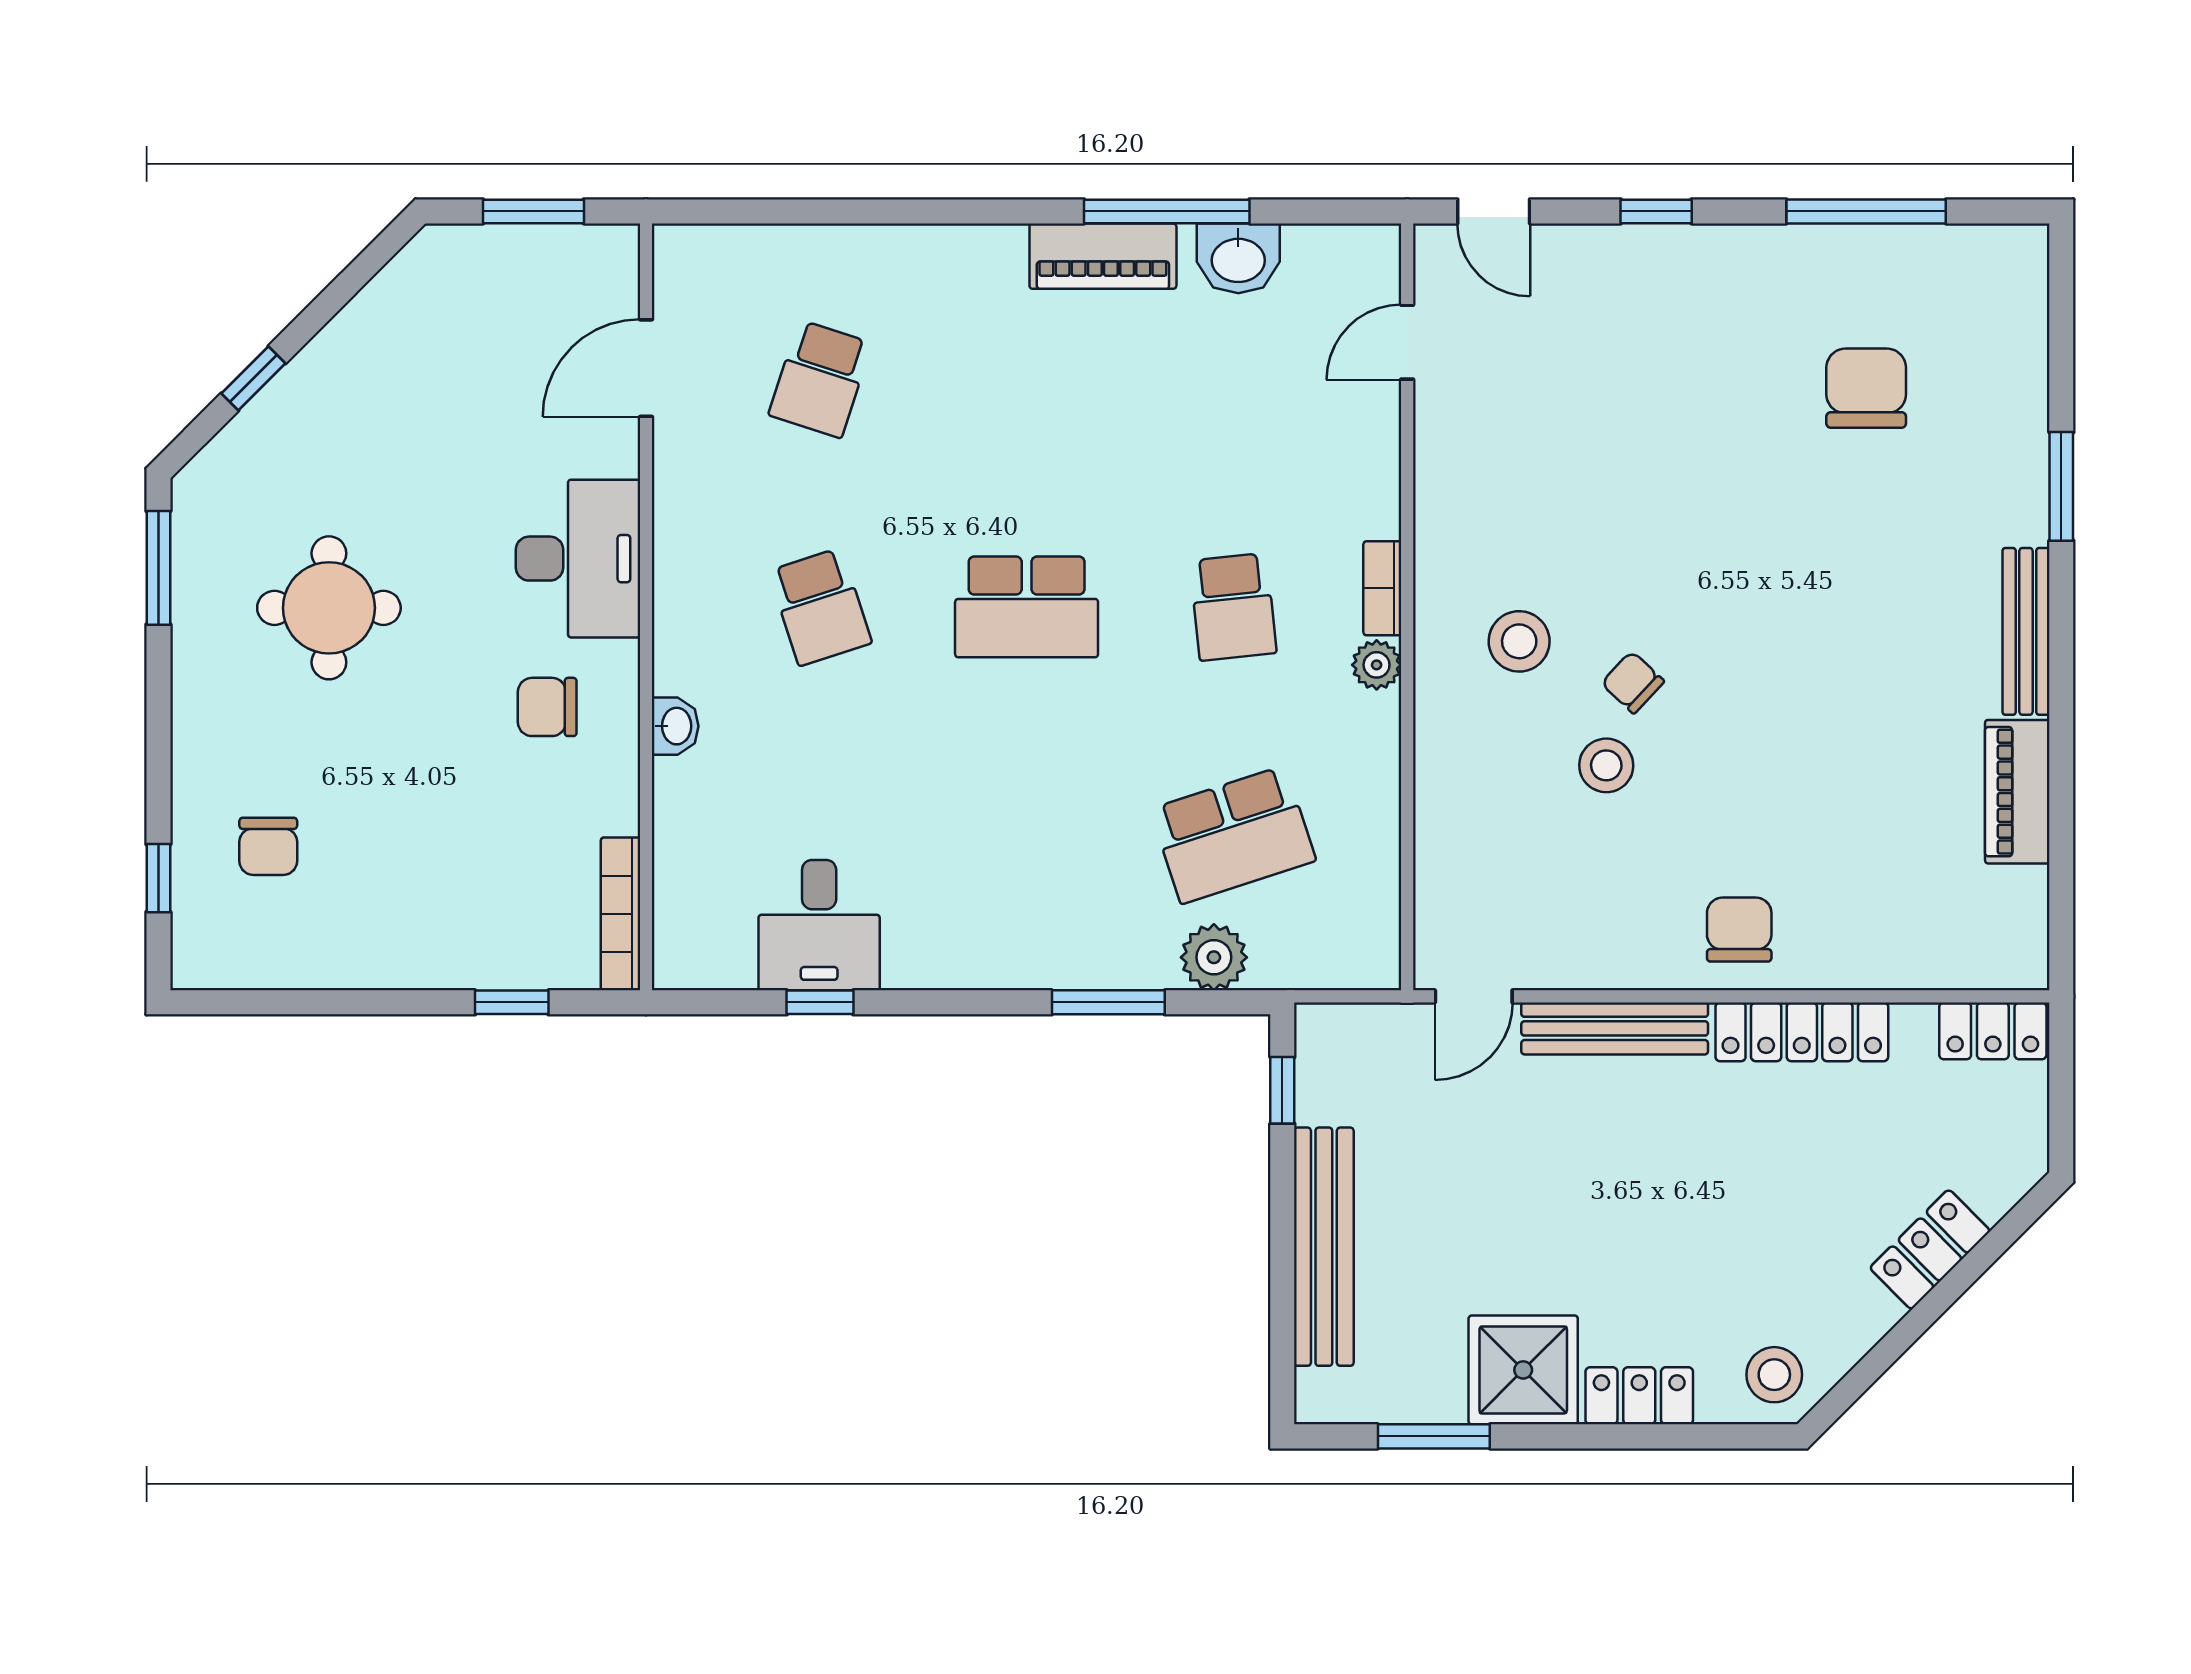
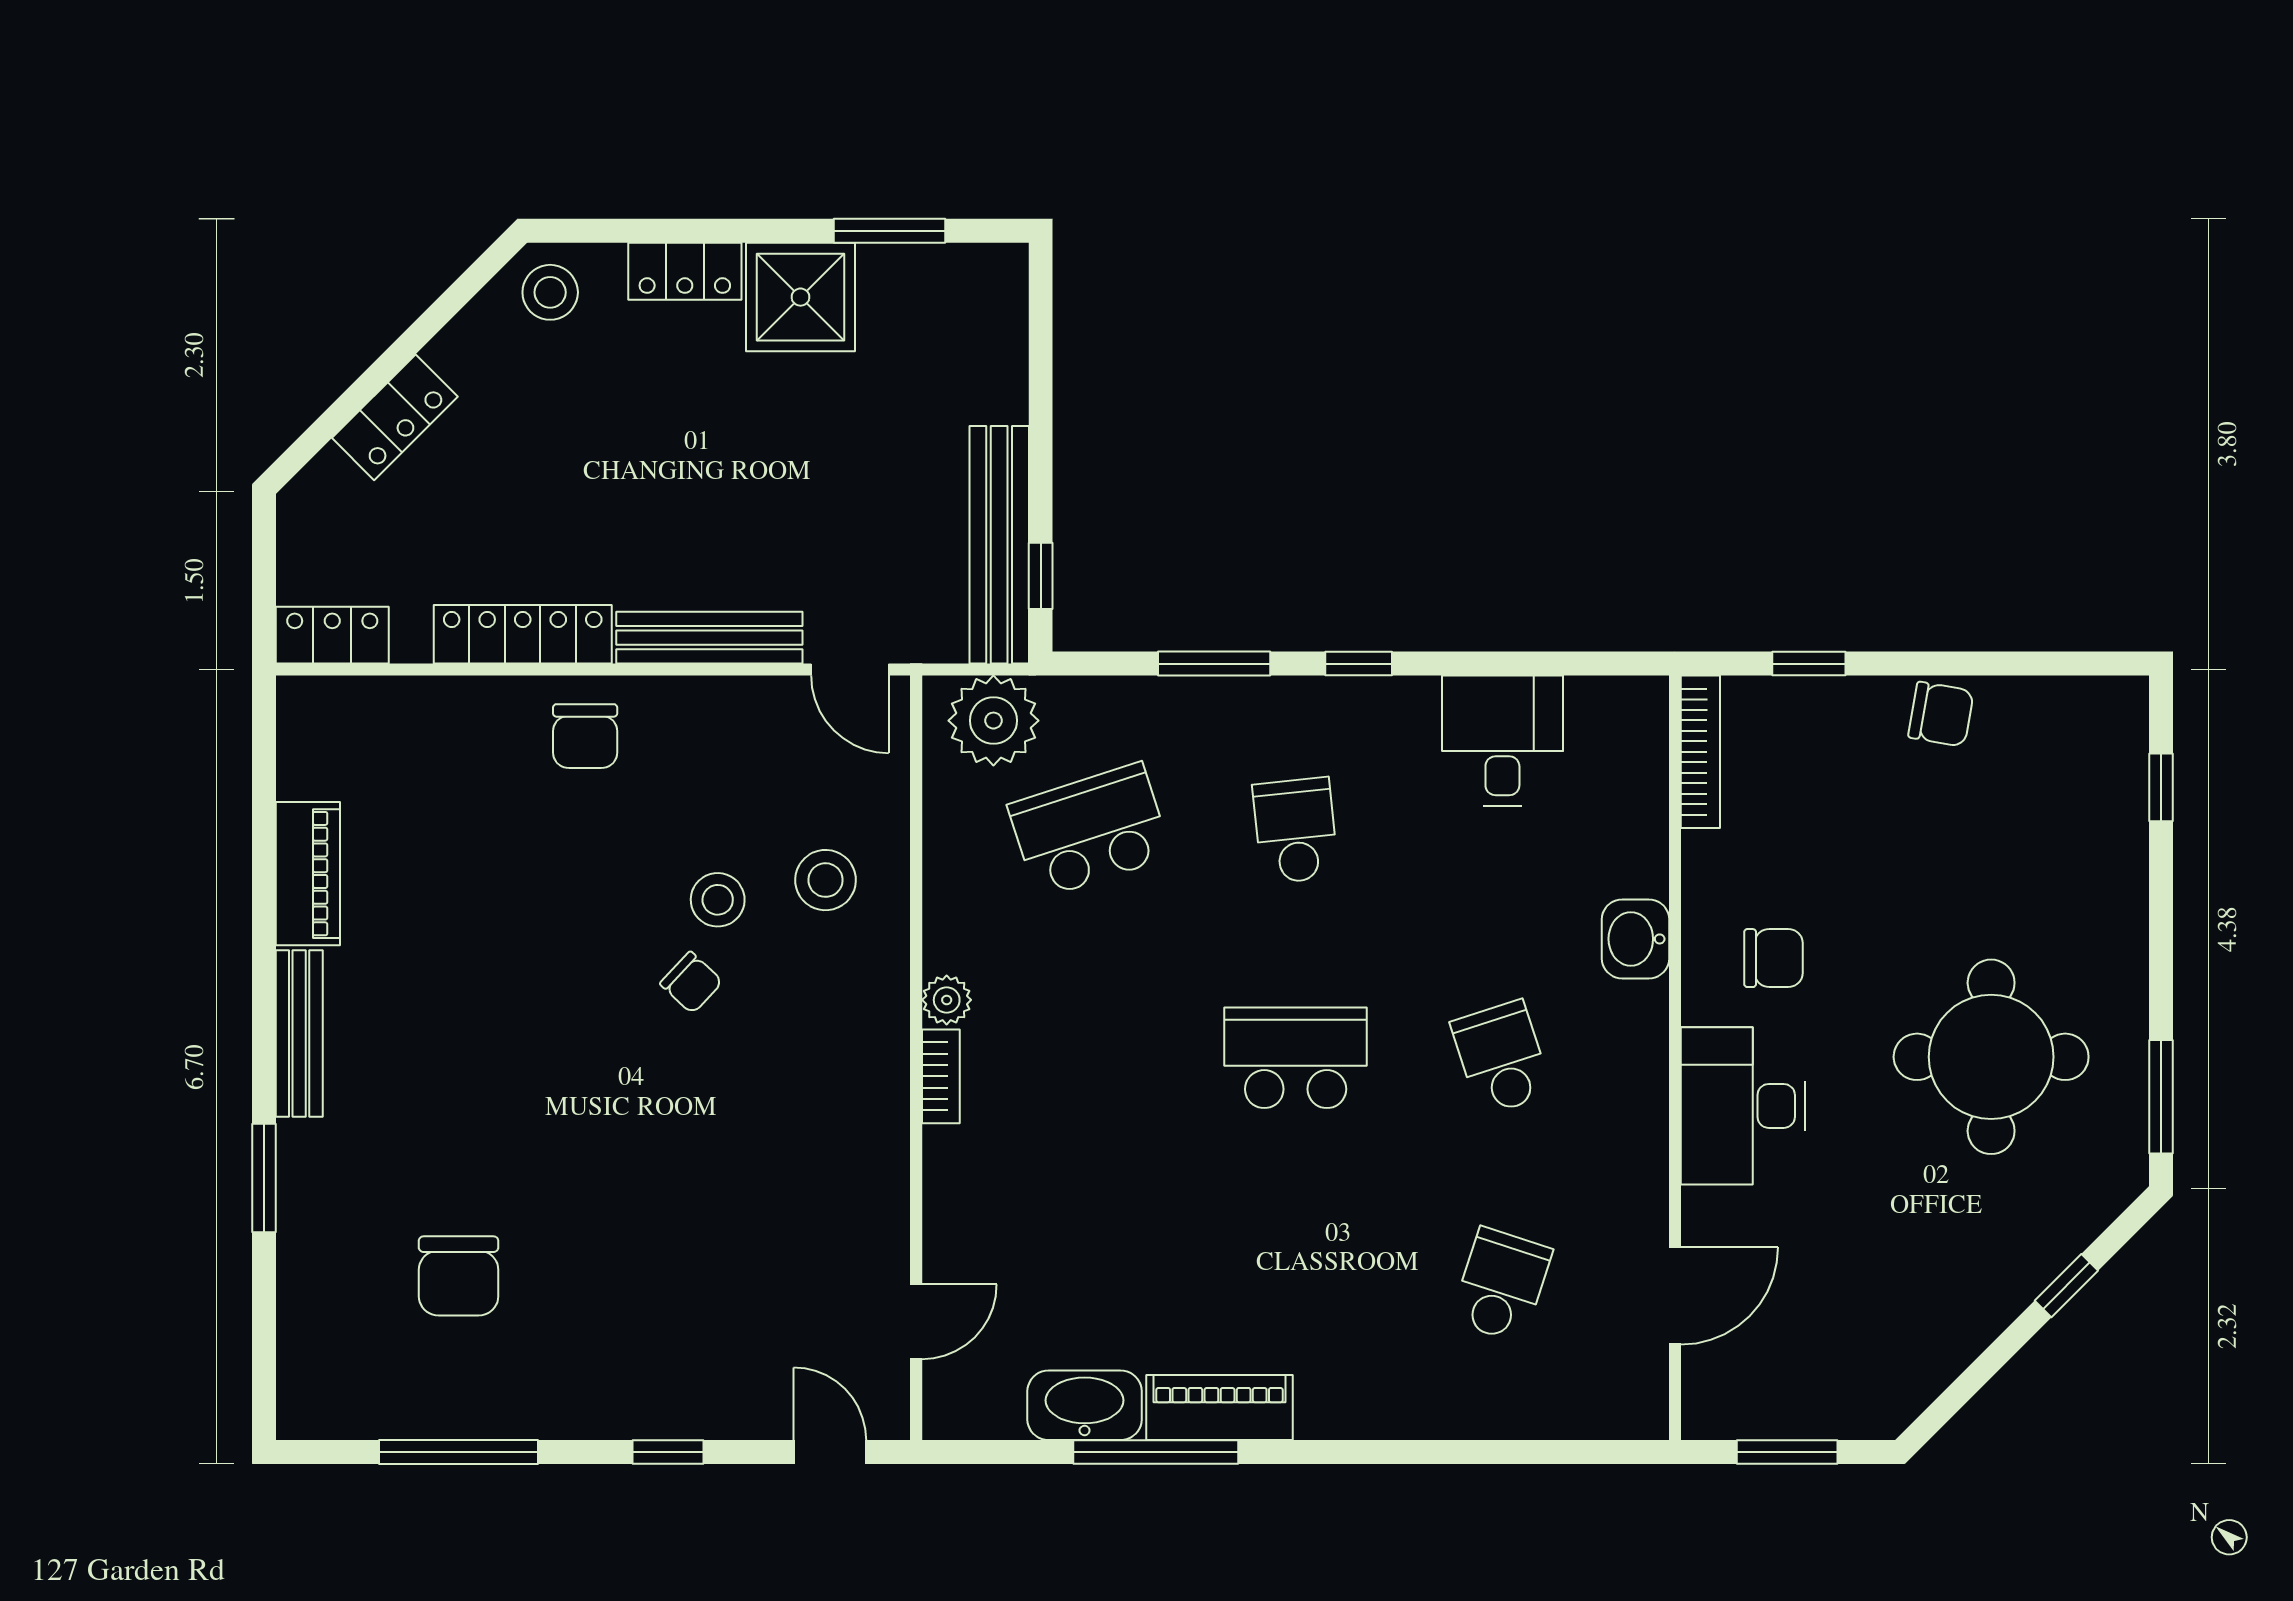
washbasin: (1238, 258) -> (1085, 1405), width x1.38
school desk: (1233, 607) -> (1296, 831), moved
round table: (329, 608) -> (1991, 1057), width x1.36, depth x1.36
stool: (1519, 641) -> (826, 880), moved
washbasin: (675, 726) -> (1636, 939), width x1.38, depth x1.45
chair: (268, 846) -> (1941, 714), moved, turned 100
plant: (1214, 957) -> (993, 721), moved, width x1.36, depth x1.36
door: (1474, 996) -> (850, 670), swing flipped
window: (820, 1002) -> (1359, 664), moved
bench: (1324, 1247) -> (999, 545), moved

